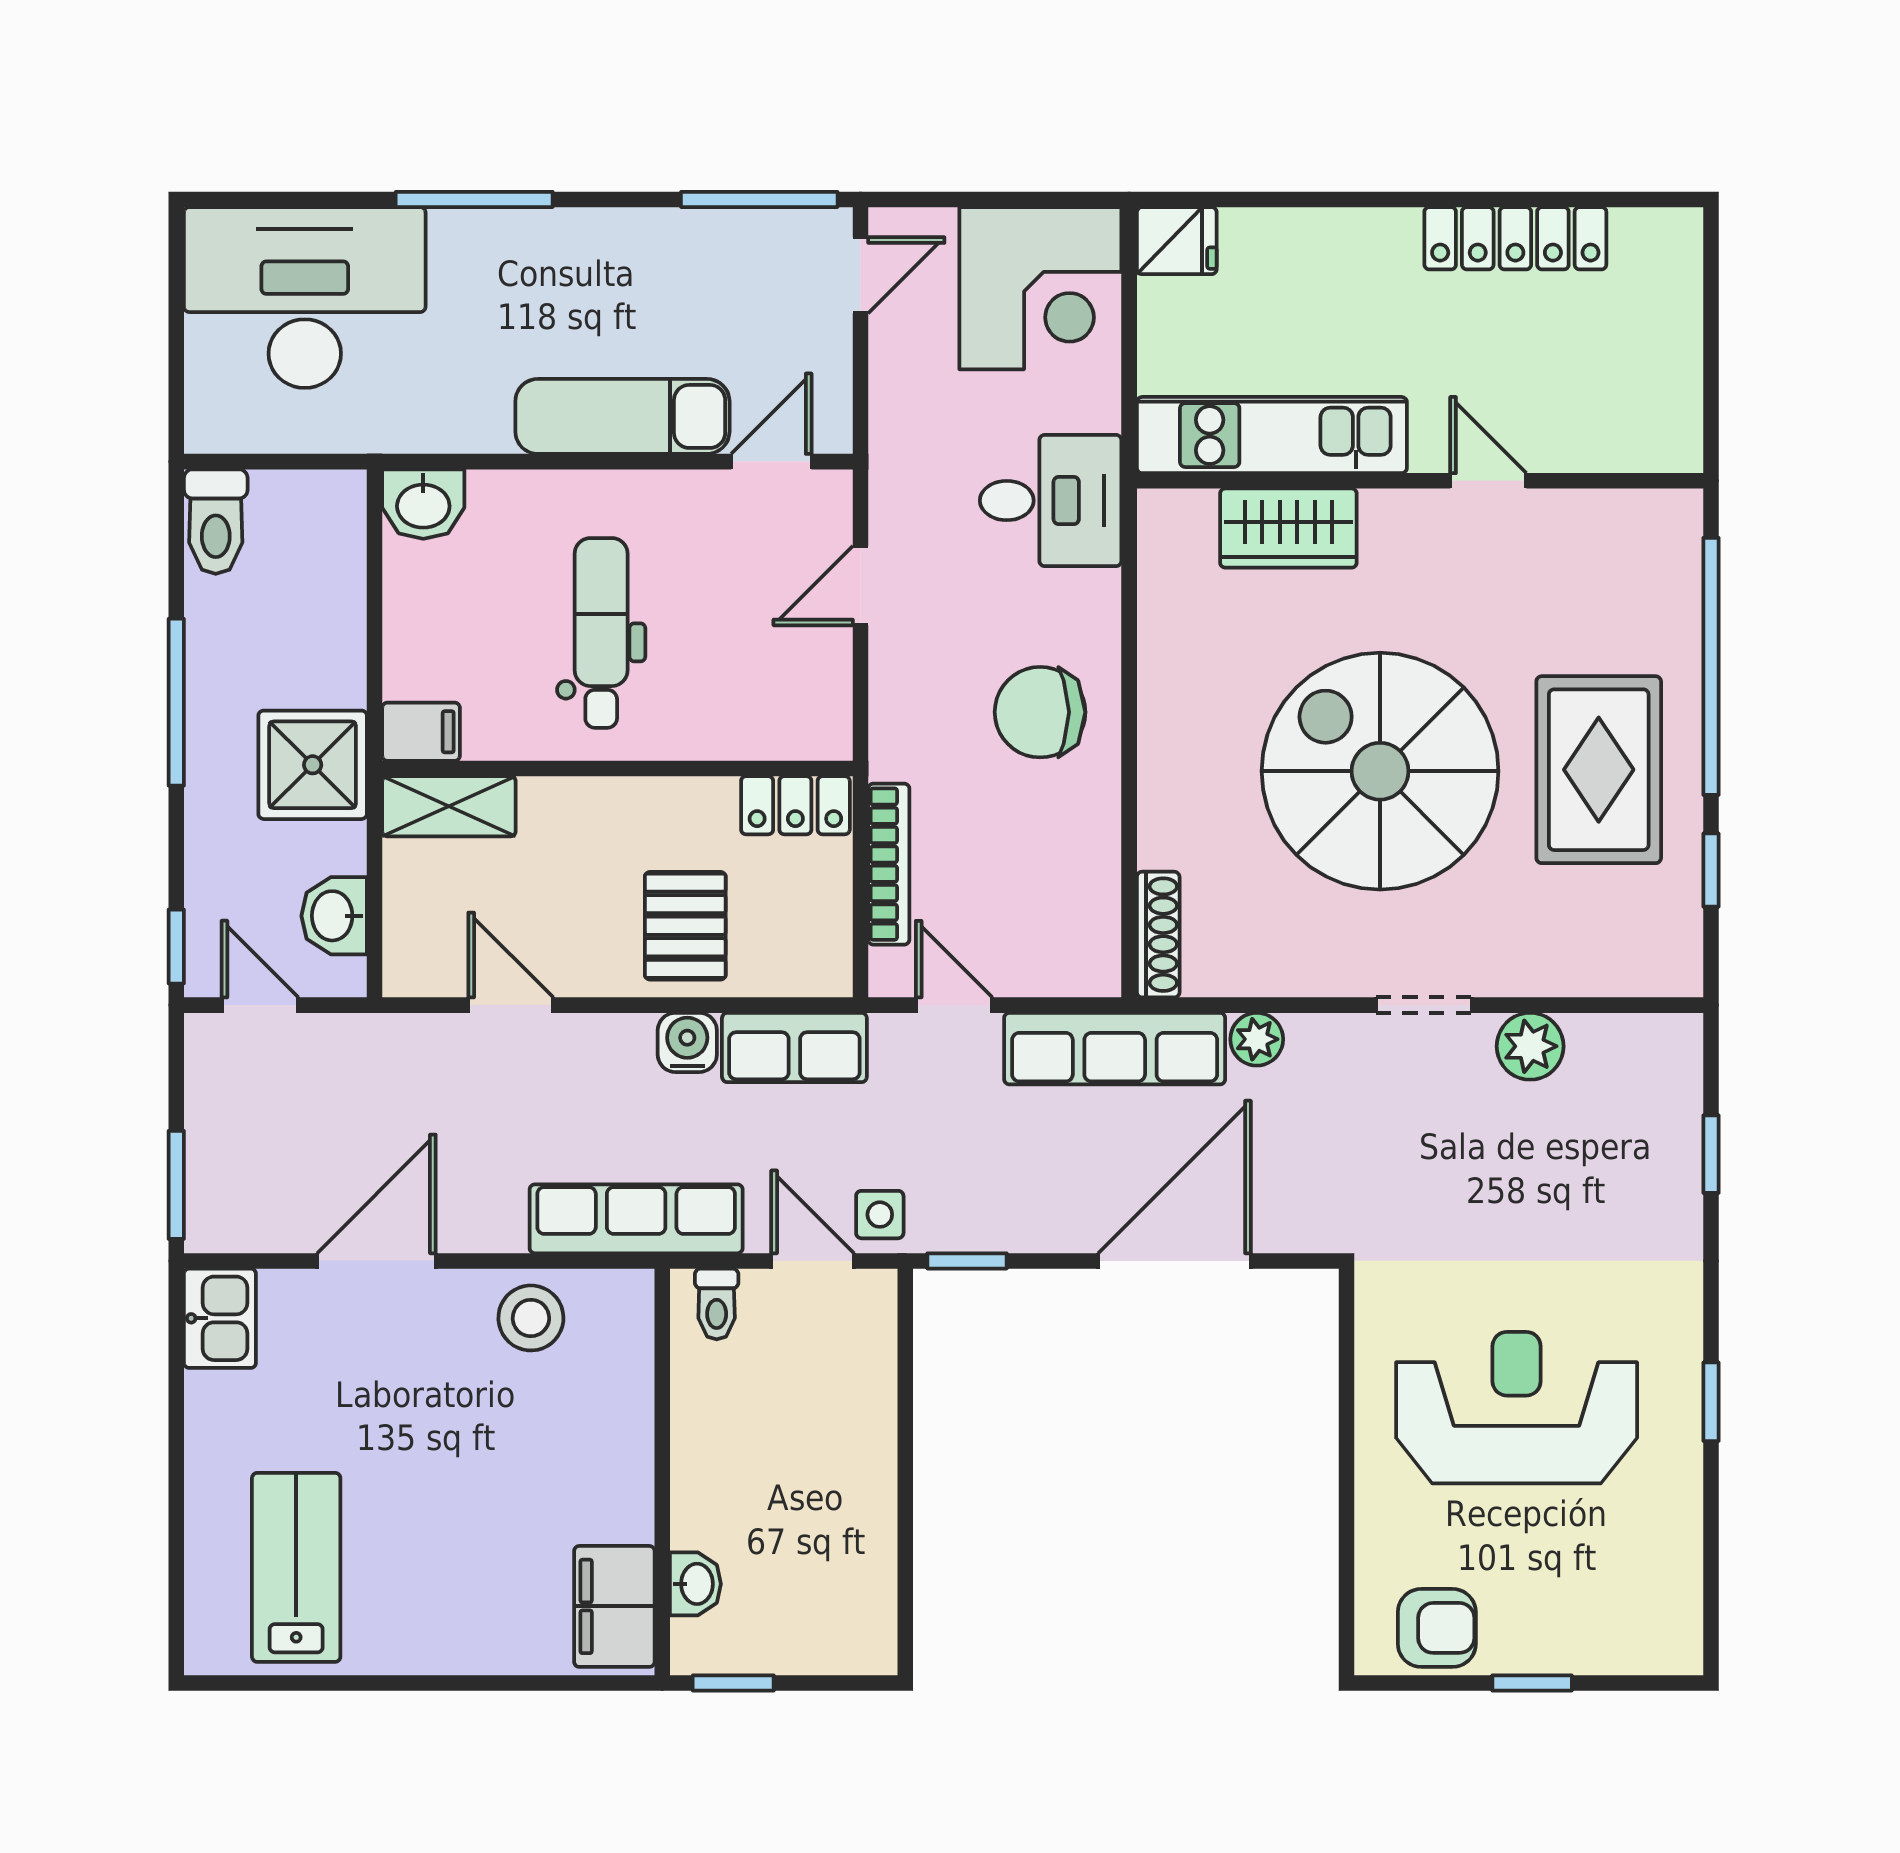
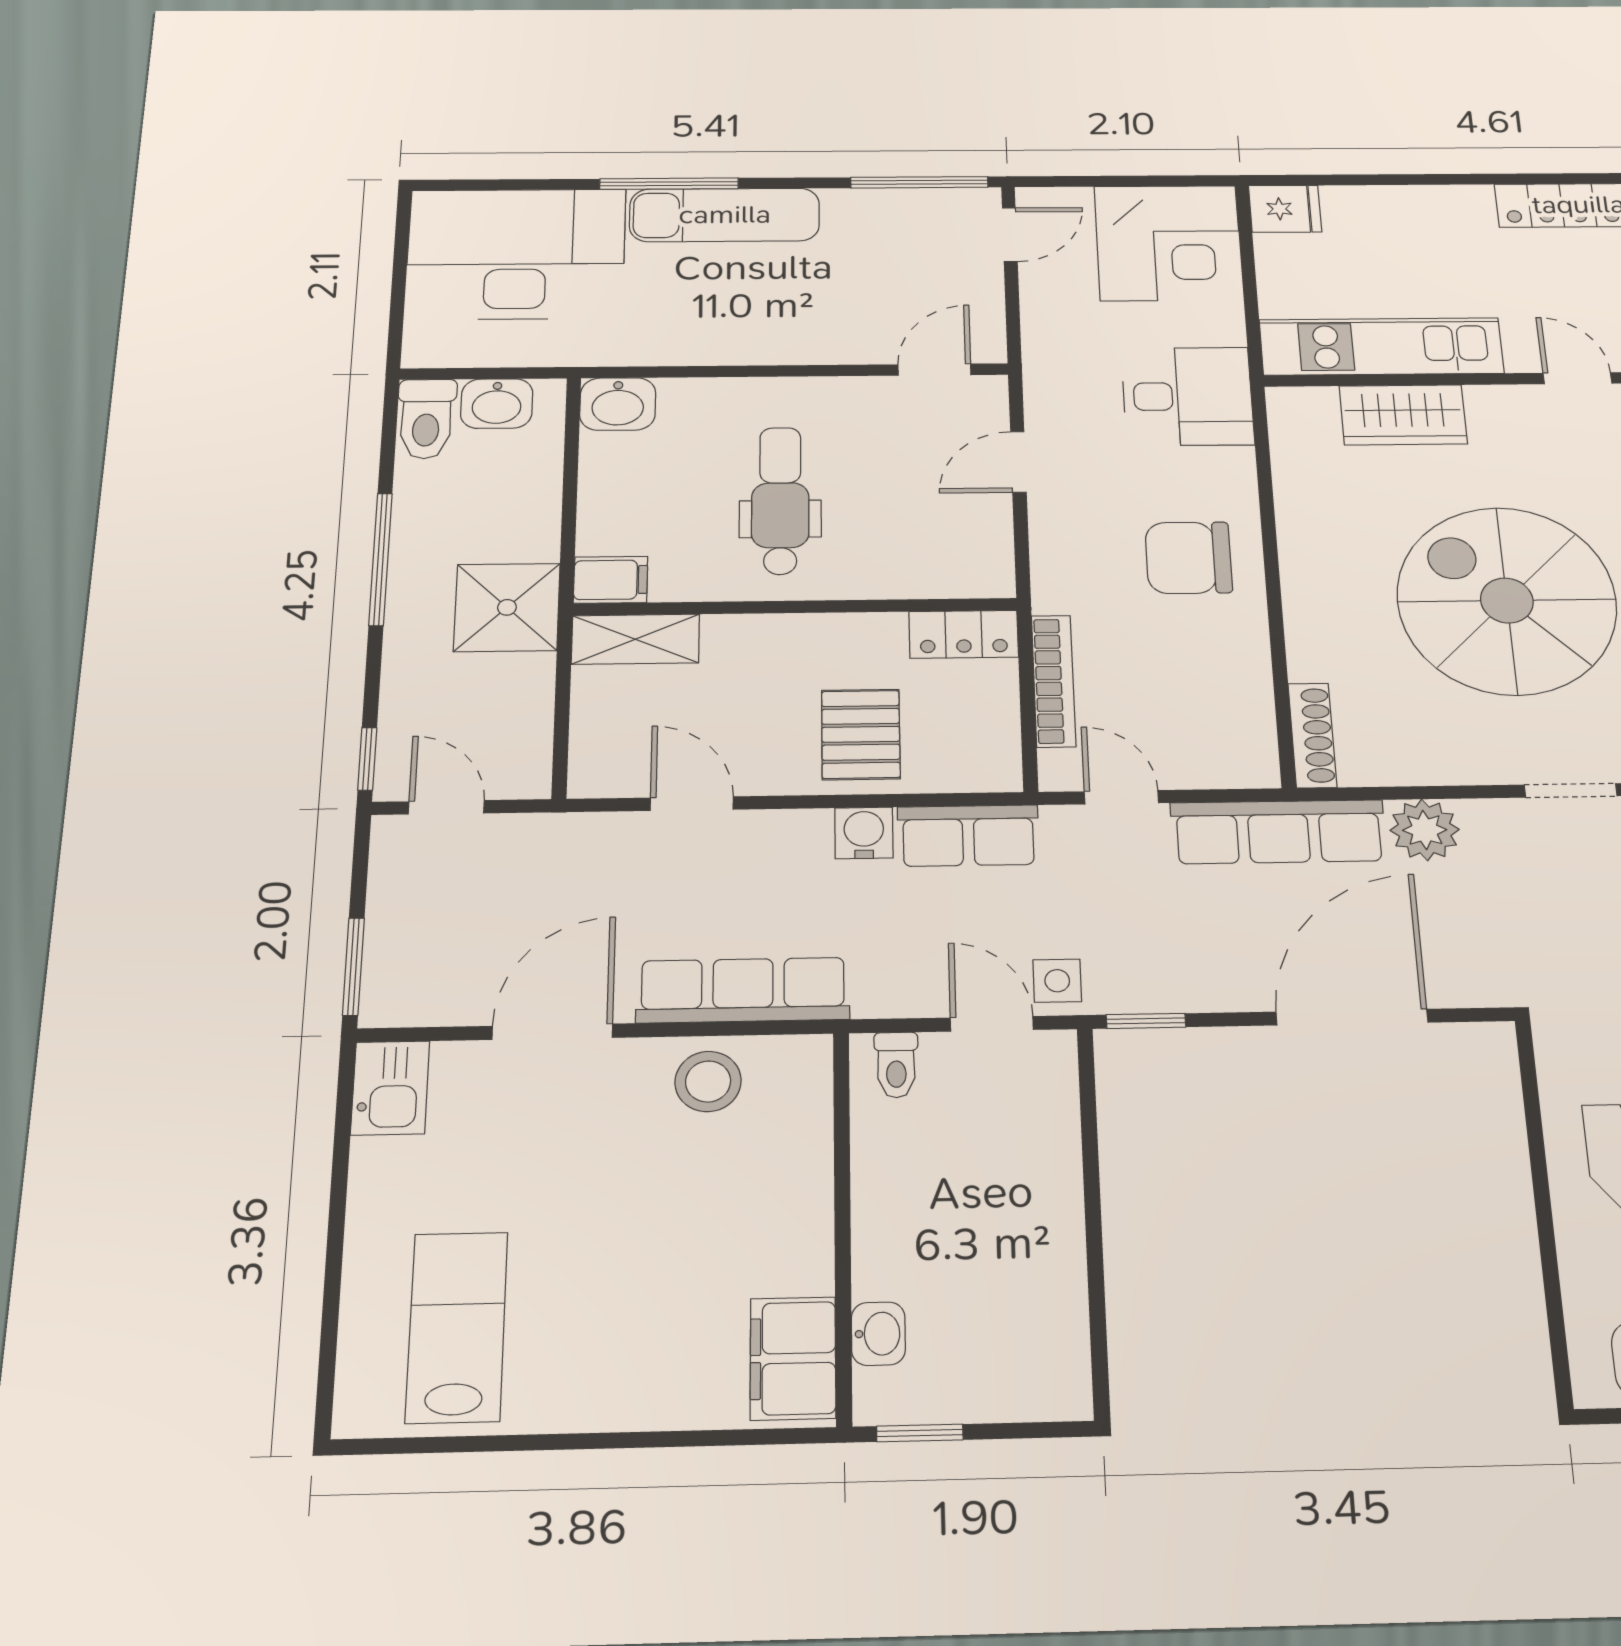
exam couch: (622, 416) -> (725, 215), moved, turned 180
washbasin: (334, 916) -> (497, 404), moved, turned -90
plant: (1257, 1039) -> (1425, 830), width x1.38, depth x1.38
row of seats: (636, 1219) -> (743, 990), moved

